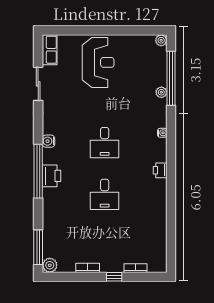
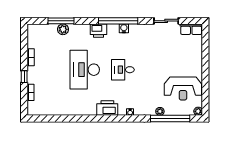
reception desk: (98, 62) -> (183, 88), moved
printer: (160, 170) -> (107, 108), width x1.87, depth x1.48
window: (38, 171) -> (118, 21), moved
desk: (105, 194) -> (85, 70), width x1.87, depth x1.30
window: (38, 247) -> (61, 21), moved
plant: (50, 265) -> (63, 29), moved

